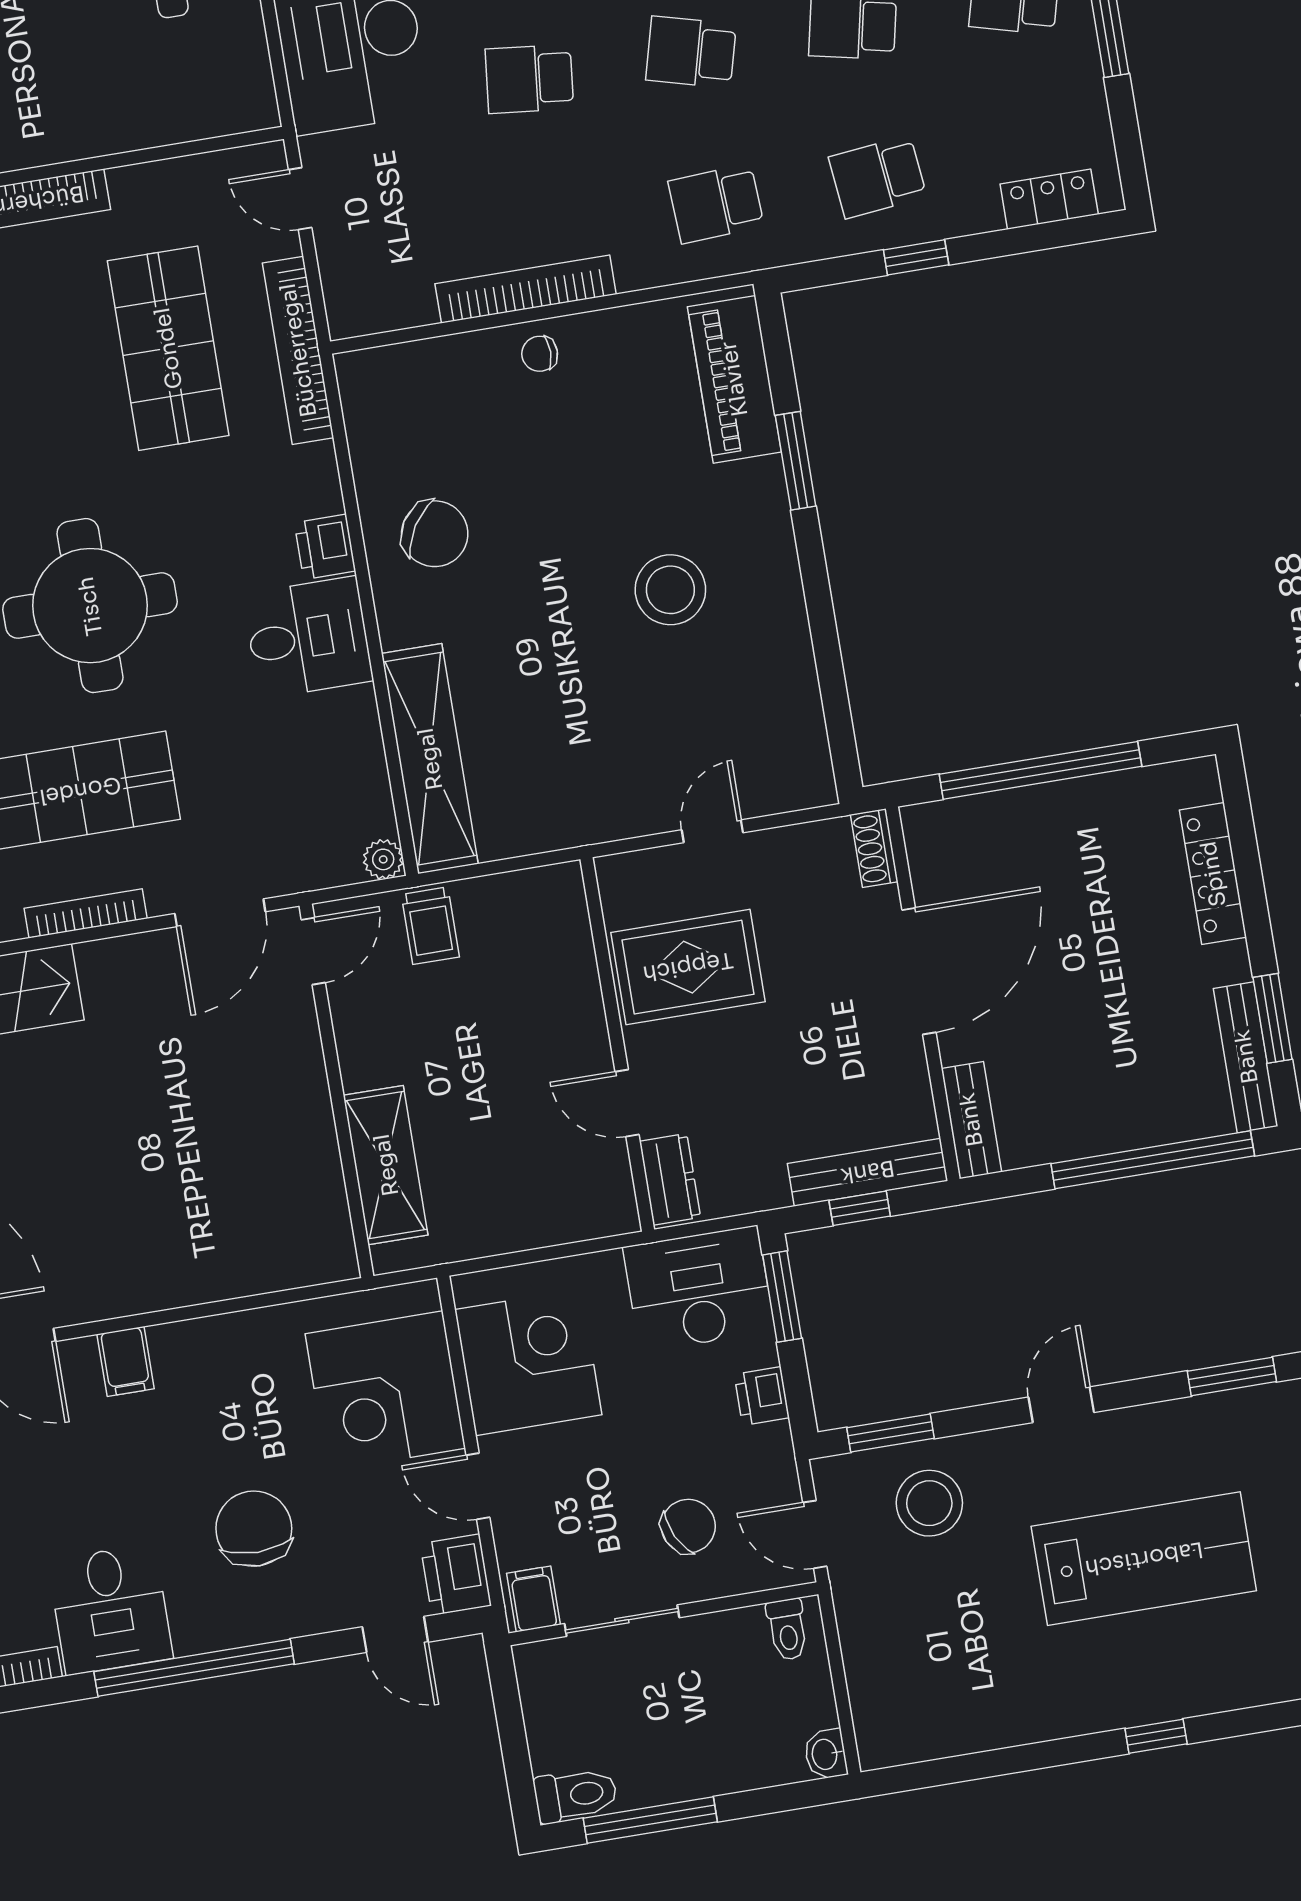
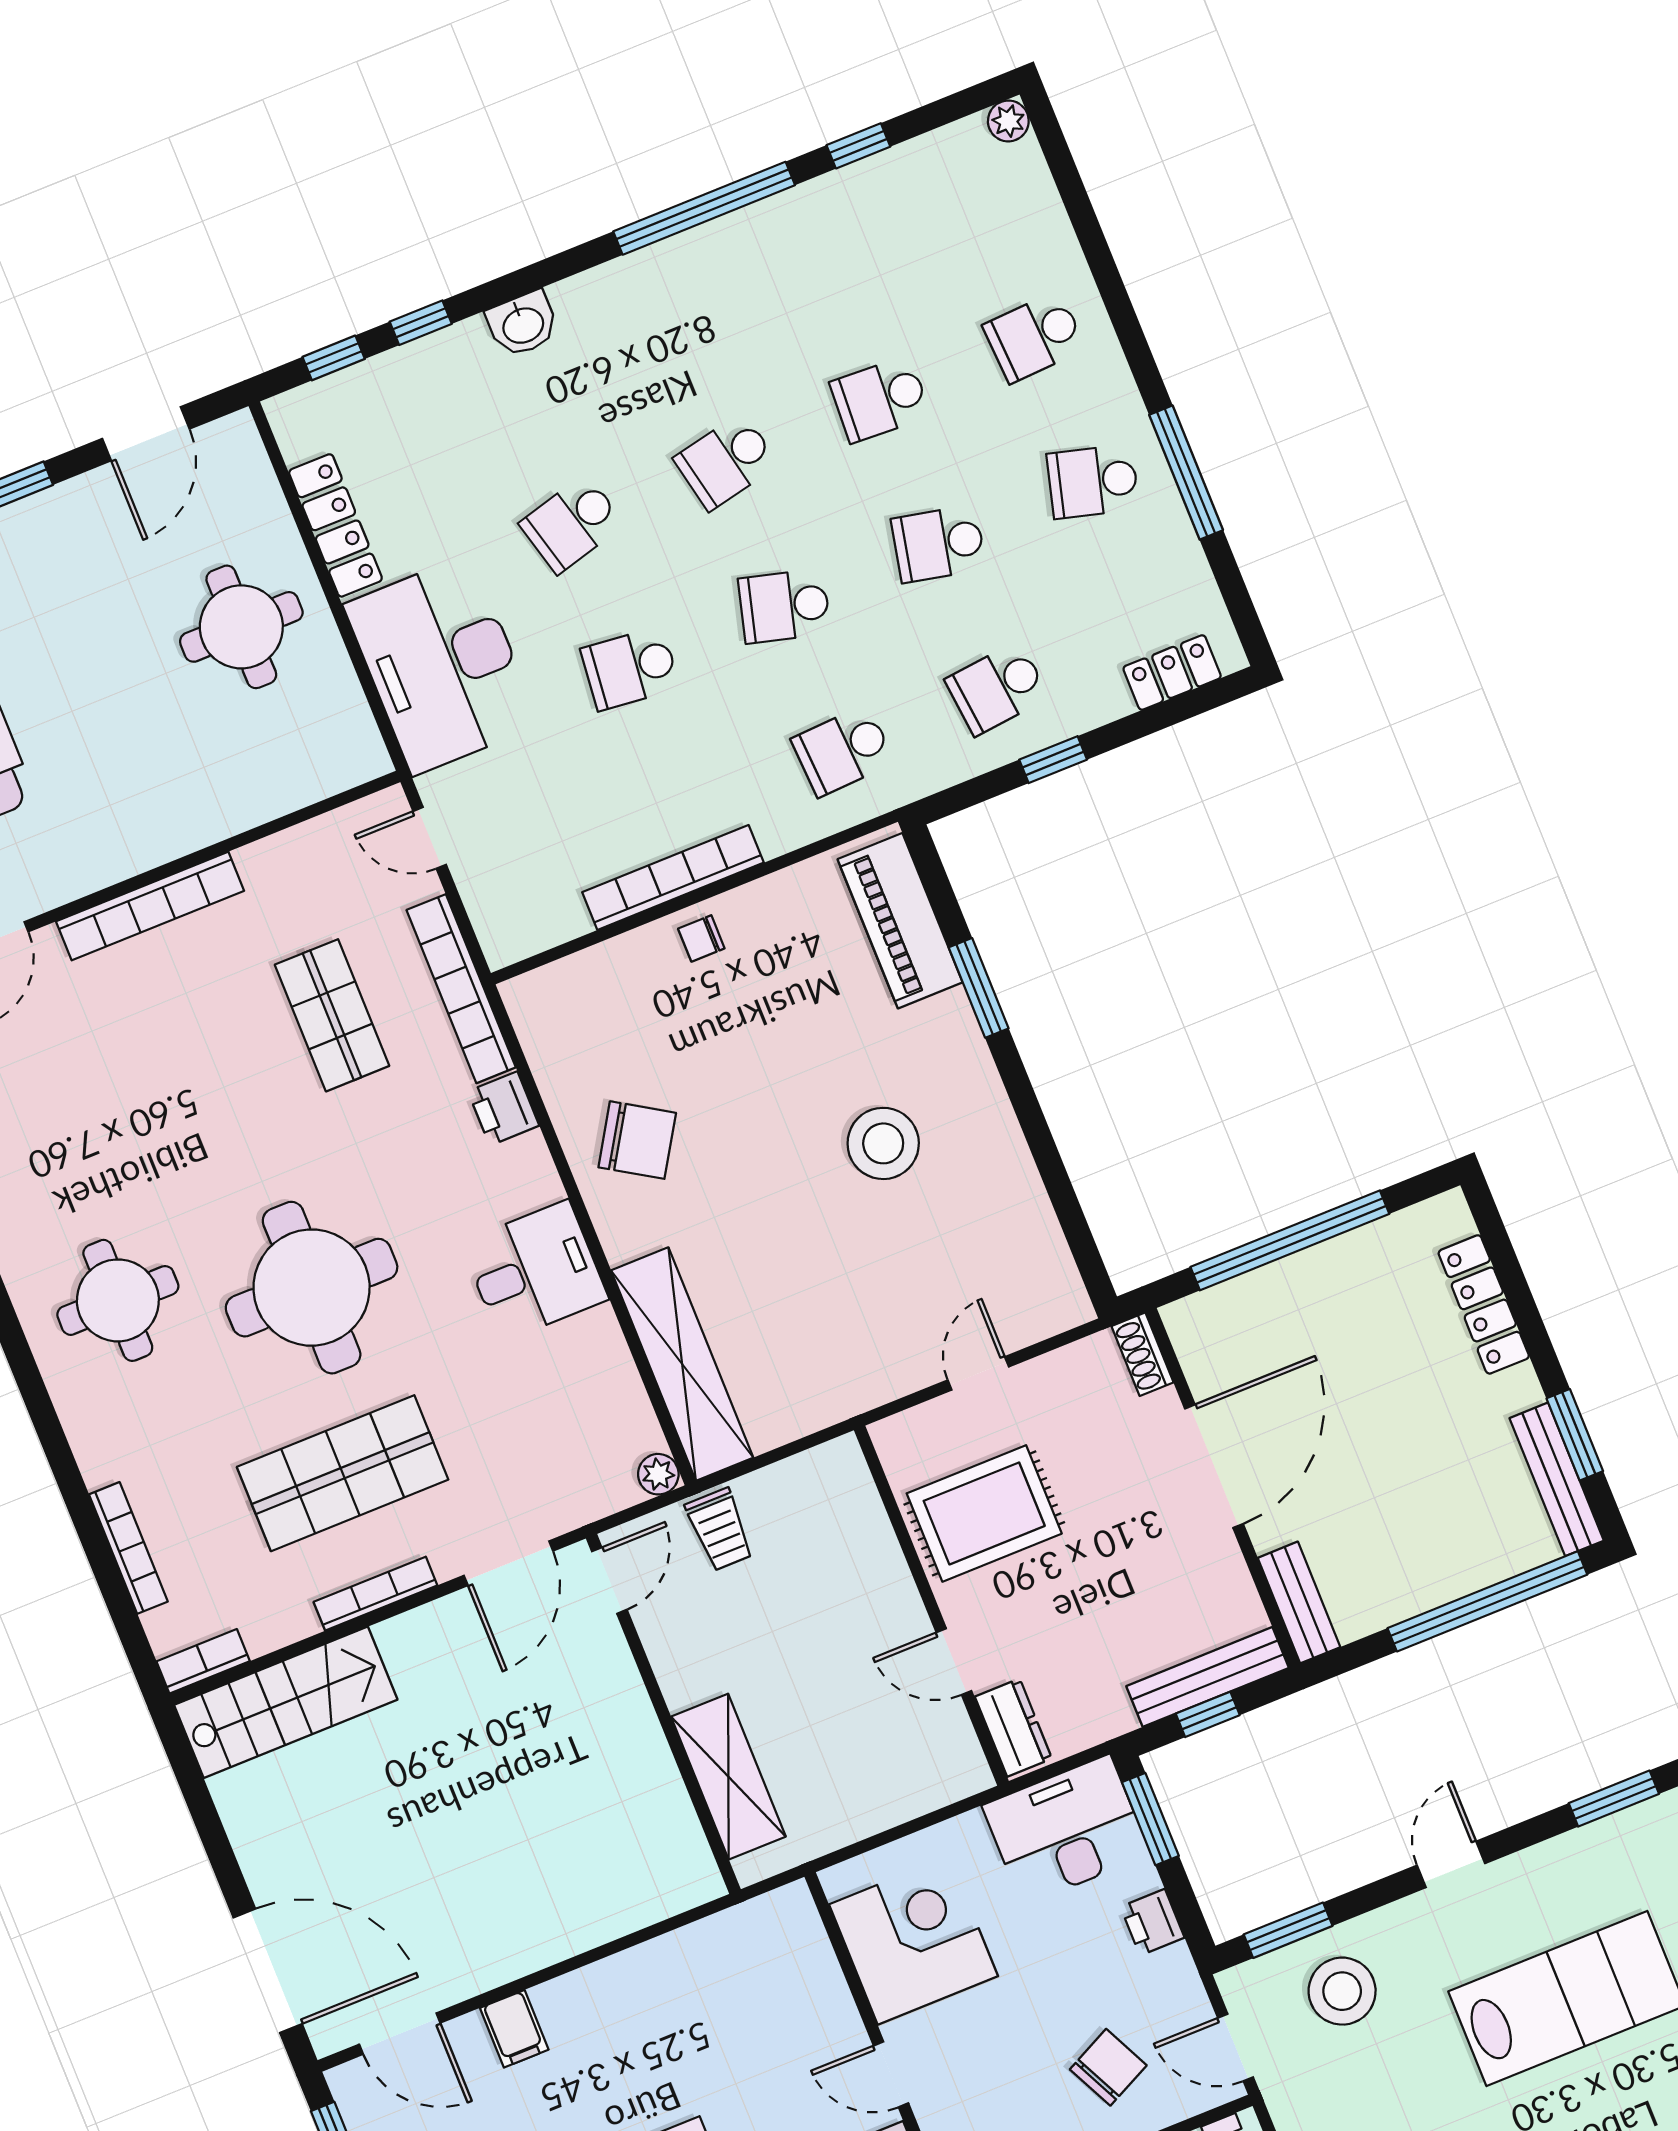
shop shelf: (168, 348) -> (332, 1015), width x0.70, depth x0.74
printer: (325, 547) -> (504, 1108), moved
corner desk: (385, 1391) -> (778, 2000), removed

